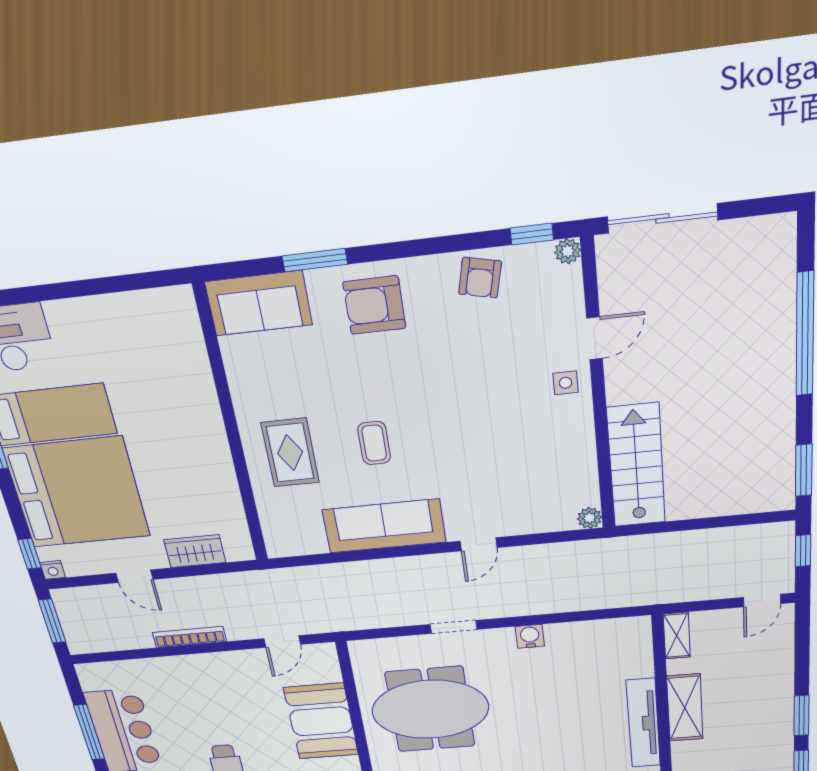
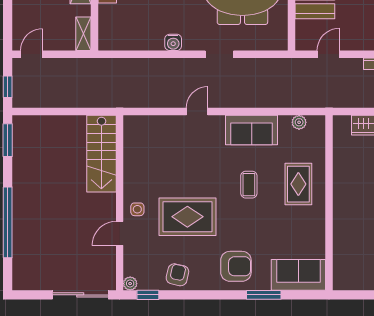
rug: (474, 380) -> (187, 217), added
plant: (590, 518) -> (299, 122), moved
sofa: (384, 526) -> (252, 130), width x0.73

